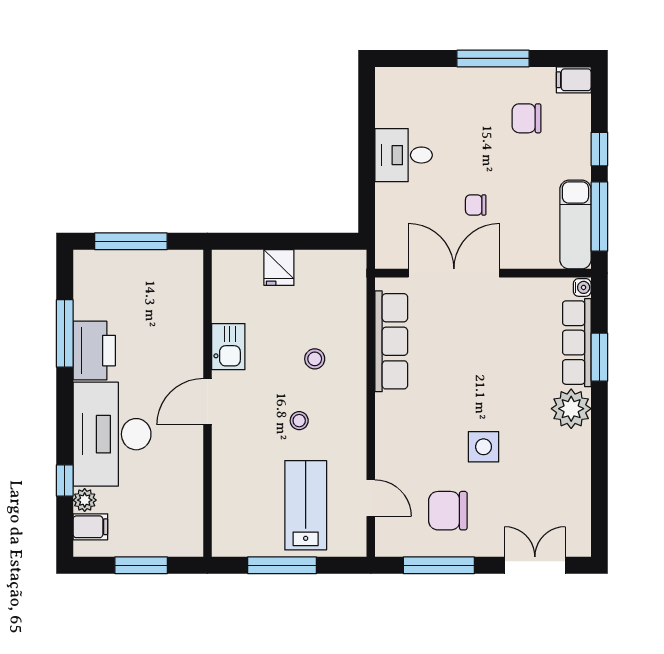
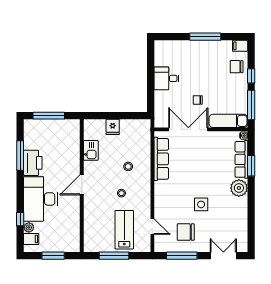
chair: (527, 118) -> (237, 67), moved
exam couch: (575, 225) -> (228, 121), moved, turned 90
kitchen sink: (228, 347) -> (91, 150), moved

